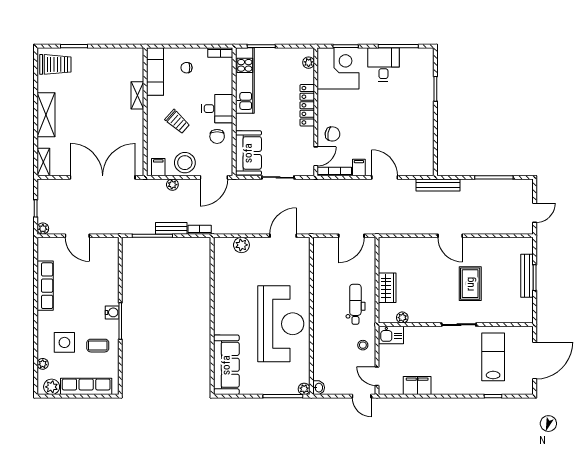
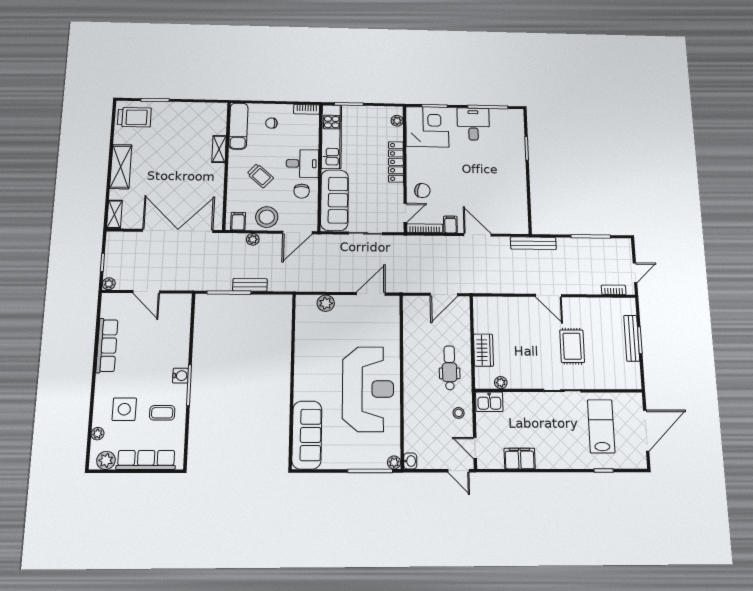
sofa: (248, 153) -> (334, 200), width x1.36
bookcase: (200, 230) -> (614, 290), moved

